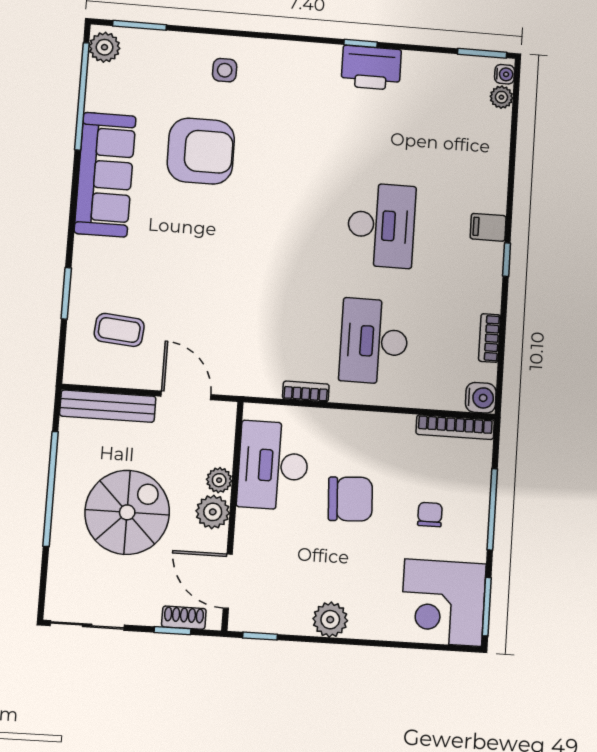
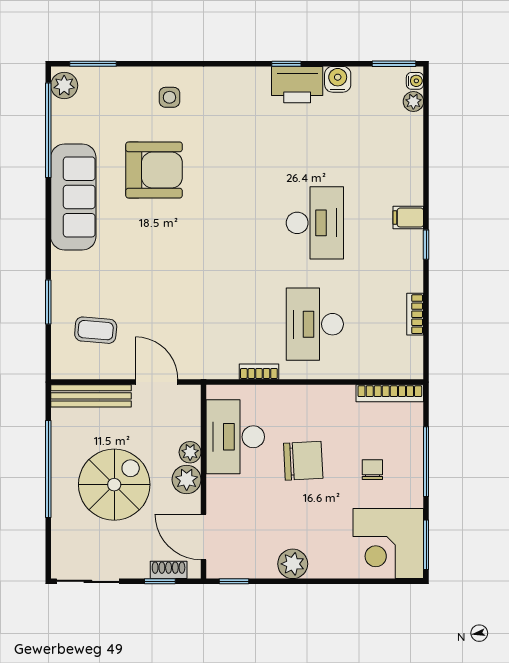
water cooler: (481, 398) -> (338, 79), moved, turned -90

